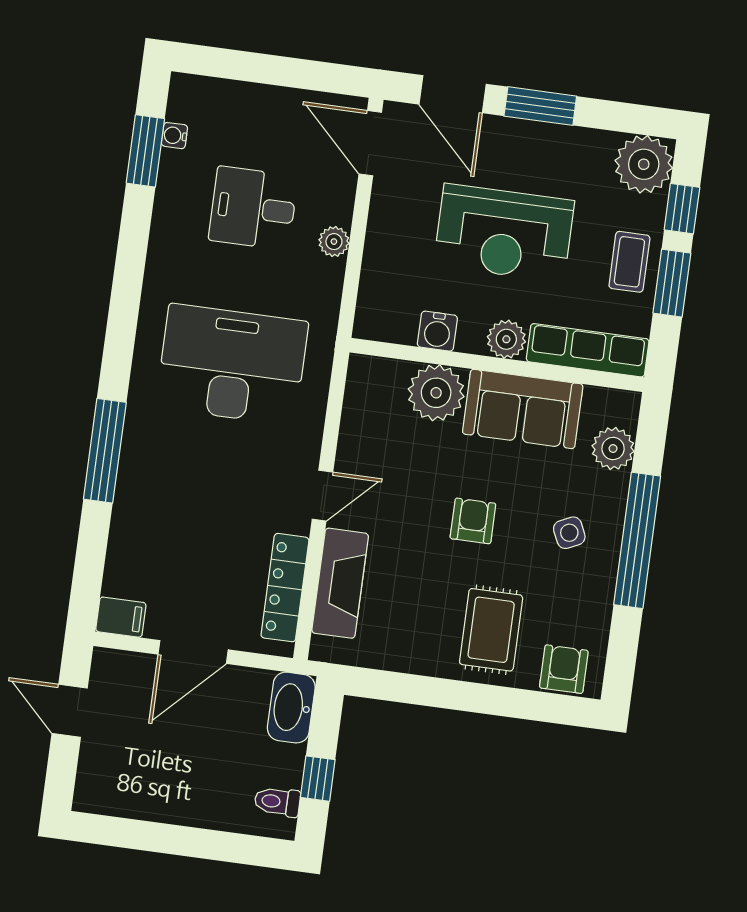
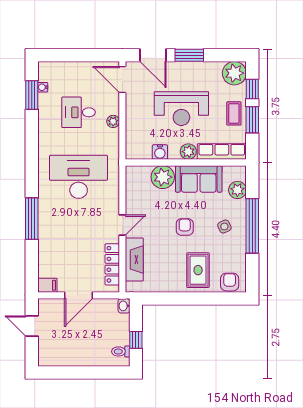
washbasin: (291, 708) -> (124, 306), width x0.52, depth x0.69

